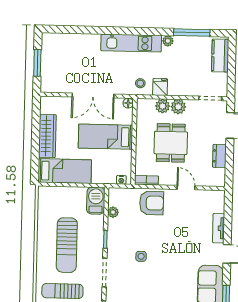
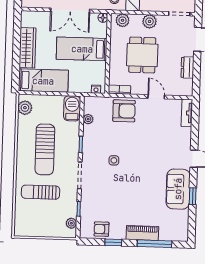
plant: (163, 106) -> (123, 20), moved
plant: (45, 200) -> (25, 108), added
tv unit: (219, 228) -> (187, 113), moved

